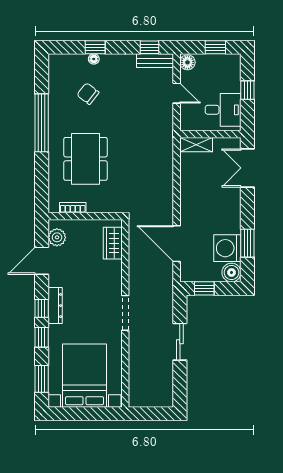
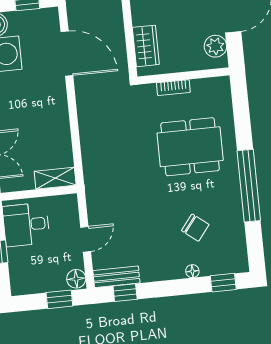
window: (95, 47) -> (223, 283), moved
window: (215, 47) -> (59, 299), moved
door: (177, 93) -> (86, 239), swing flipped
dining table: (86, 159) -> (190, 147), turned 90
bookcase: (73, 208) -> (173, 88), moved

